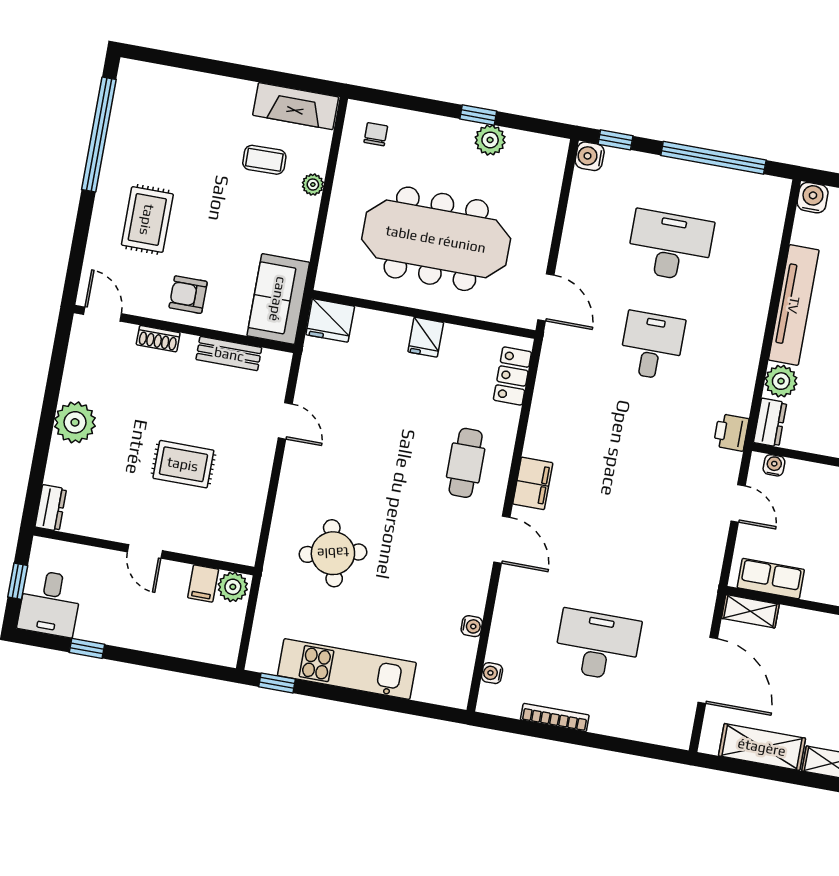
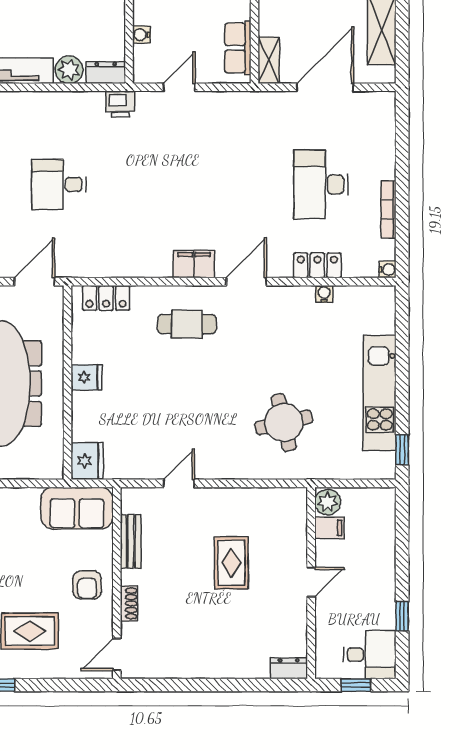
plant: (75, 422) -> (213, 661), removed
water cooler: (774, 465) -> (141, 35), moved
locker: (506, 624) -> (317, 265), added
water cooler: (492, 673) -> (387, 269), moved, turned -90

